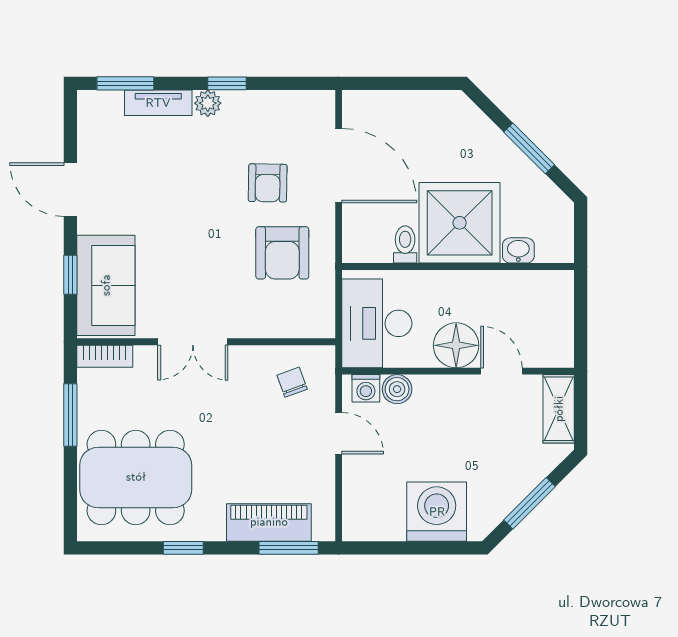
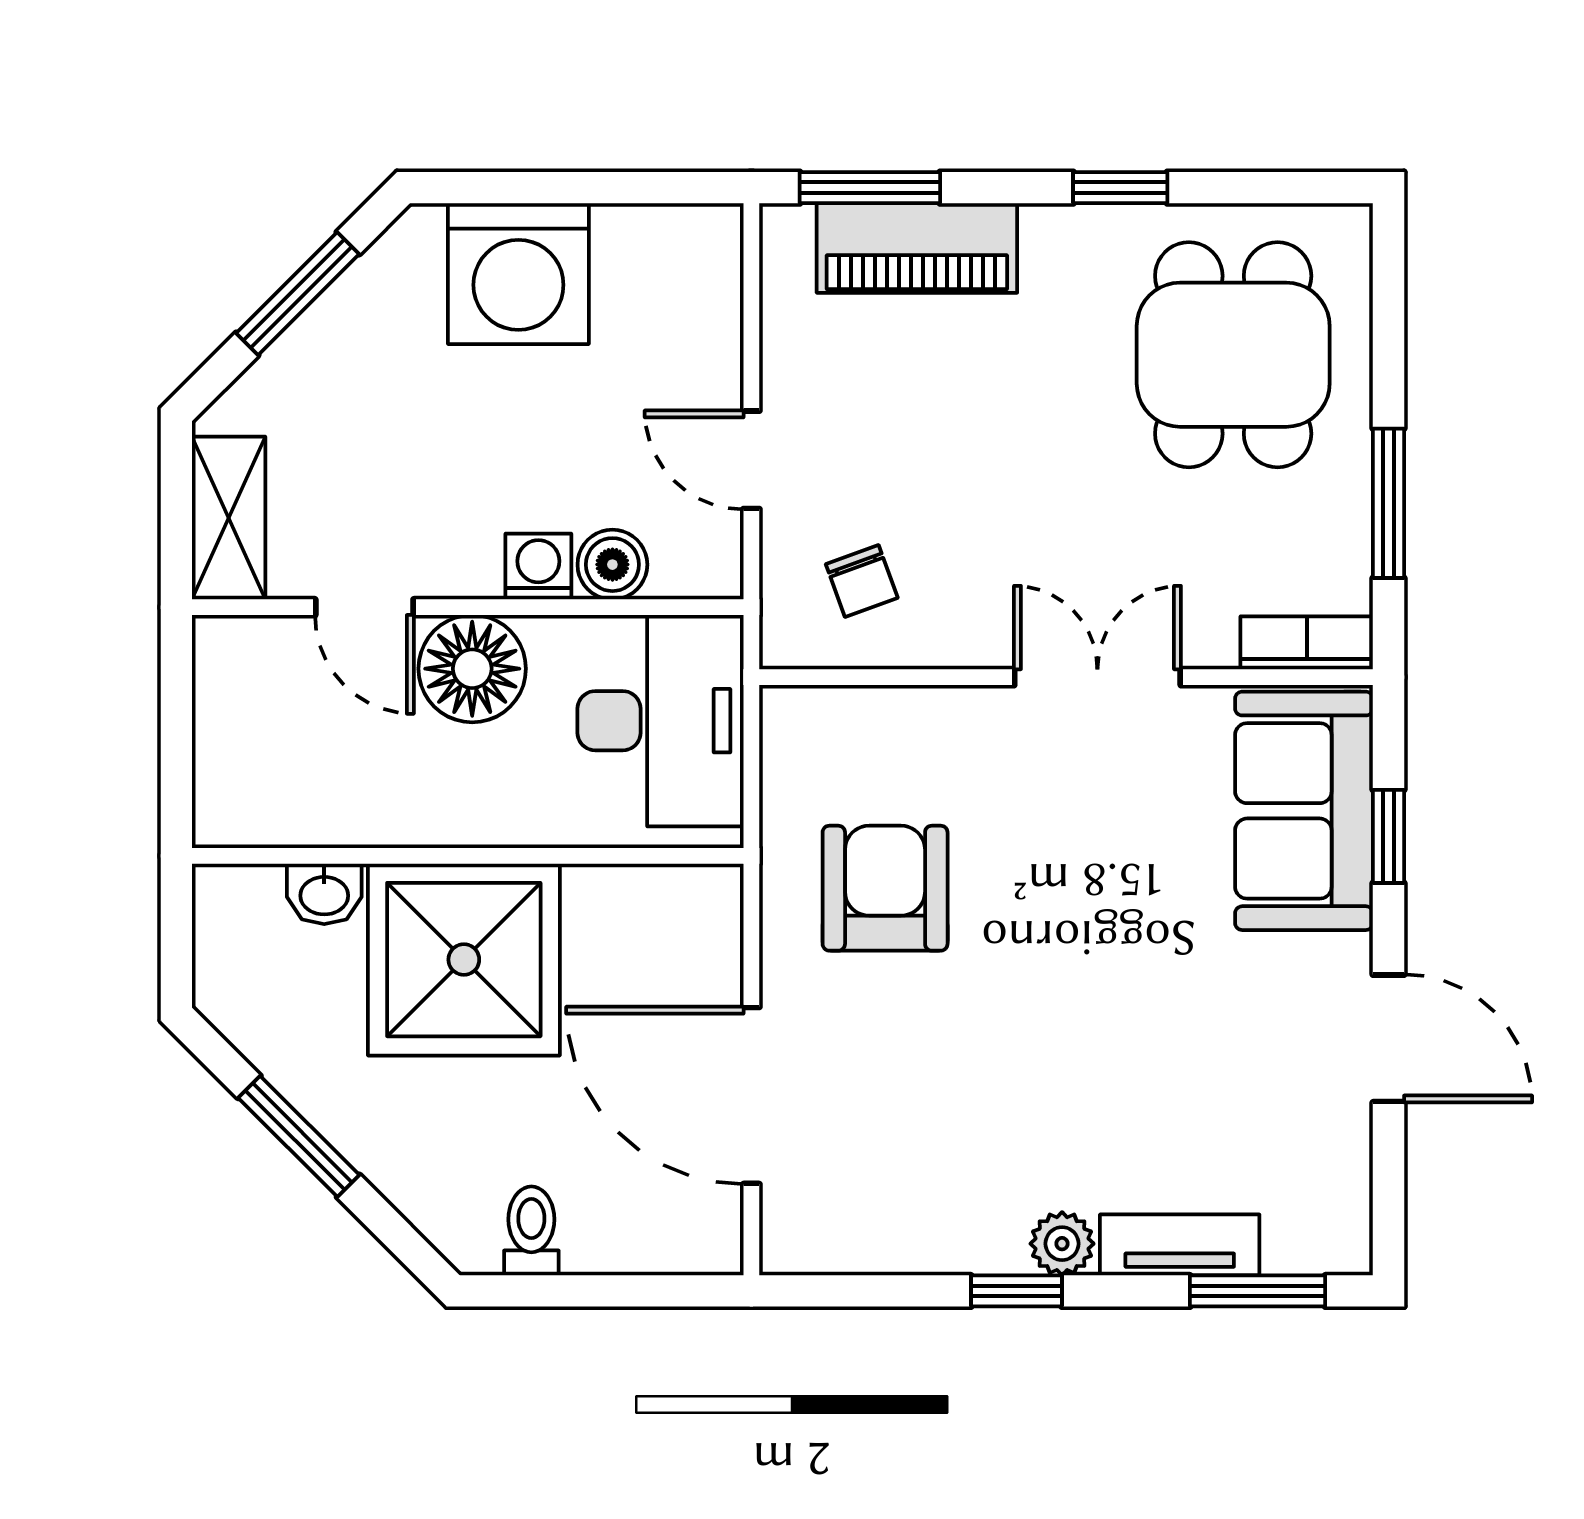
armchair: (268, 183) -> (920, 1054), removed
toilet: (405, 245) -> (531, 1231), moved, turned 180
washing machine: (366, 388) -> (538, 567), moved
dining table: (136, 477) -> (1233, 355), width x0.73

